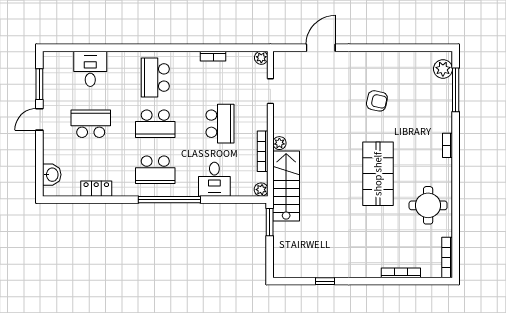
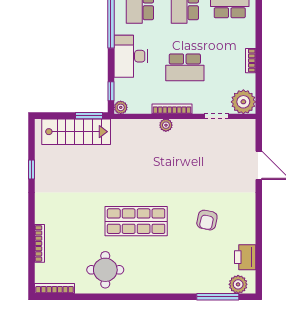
plant: (261, 58) -> (243, 102), width x1.88, depth x1.88
printer: (415, 62) -> (245, 257), added
bookcase: (448, 145) -> (164, 289), removed
bookcase: (263, 151) -> (172, 109), moved
desk: (214, 179) -> (131, 56), width x1.37
stairs: (286, 186) -> (76, 132), moved
window: (245, 200) -> (111, 91), added

